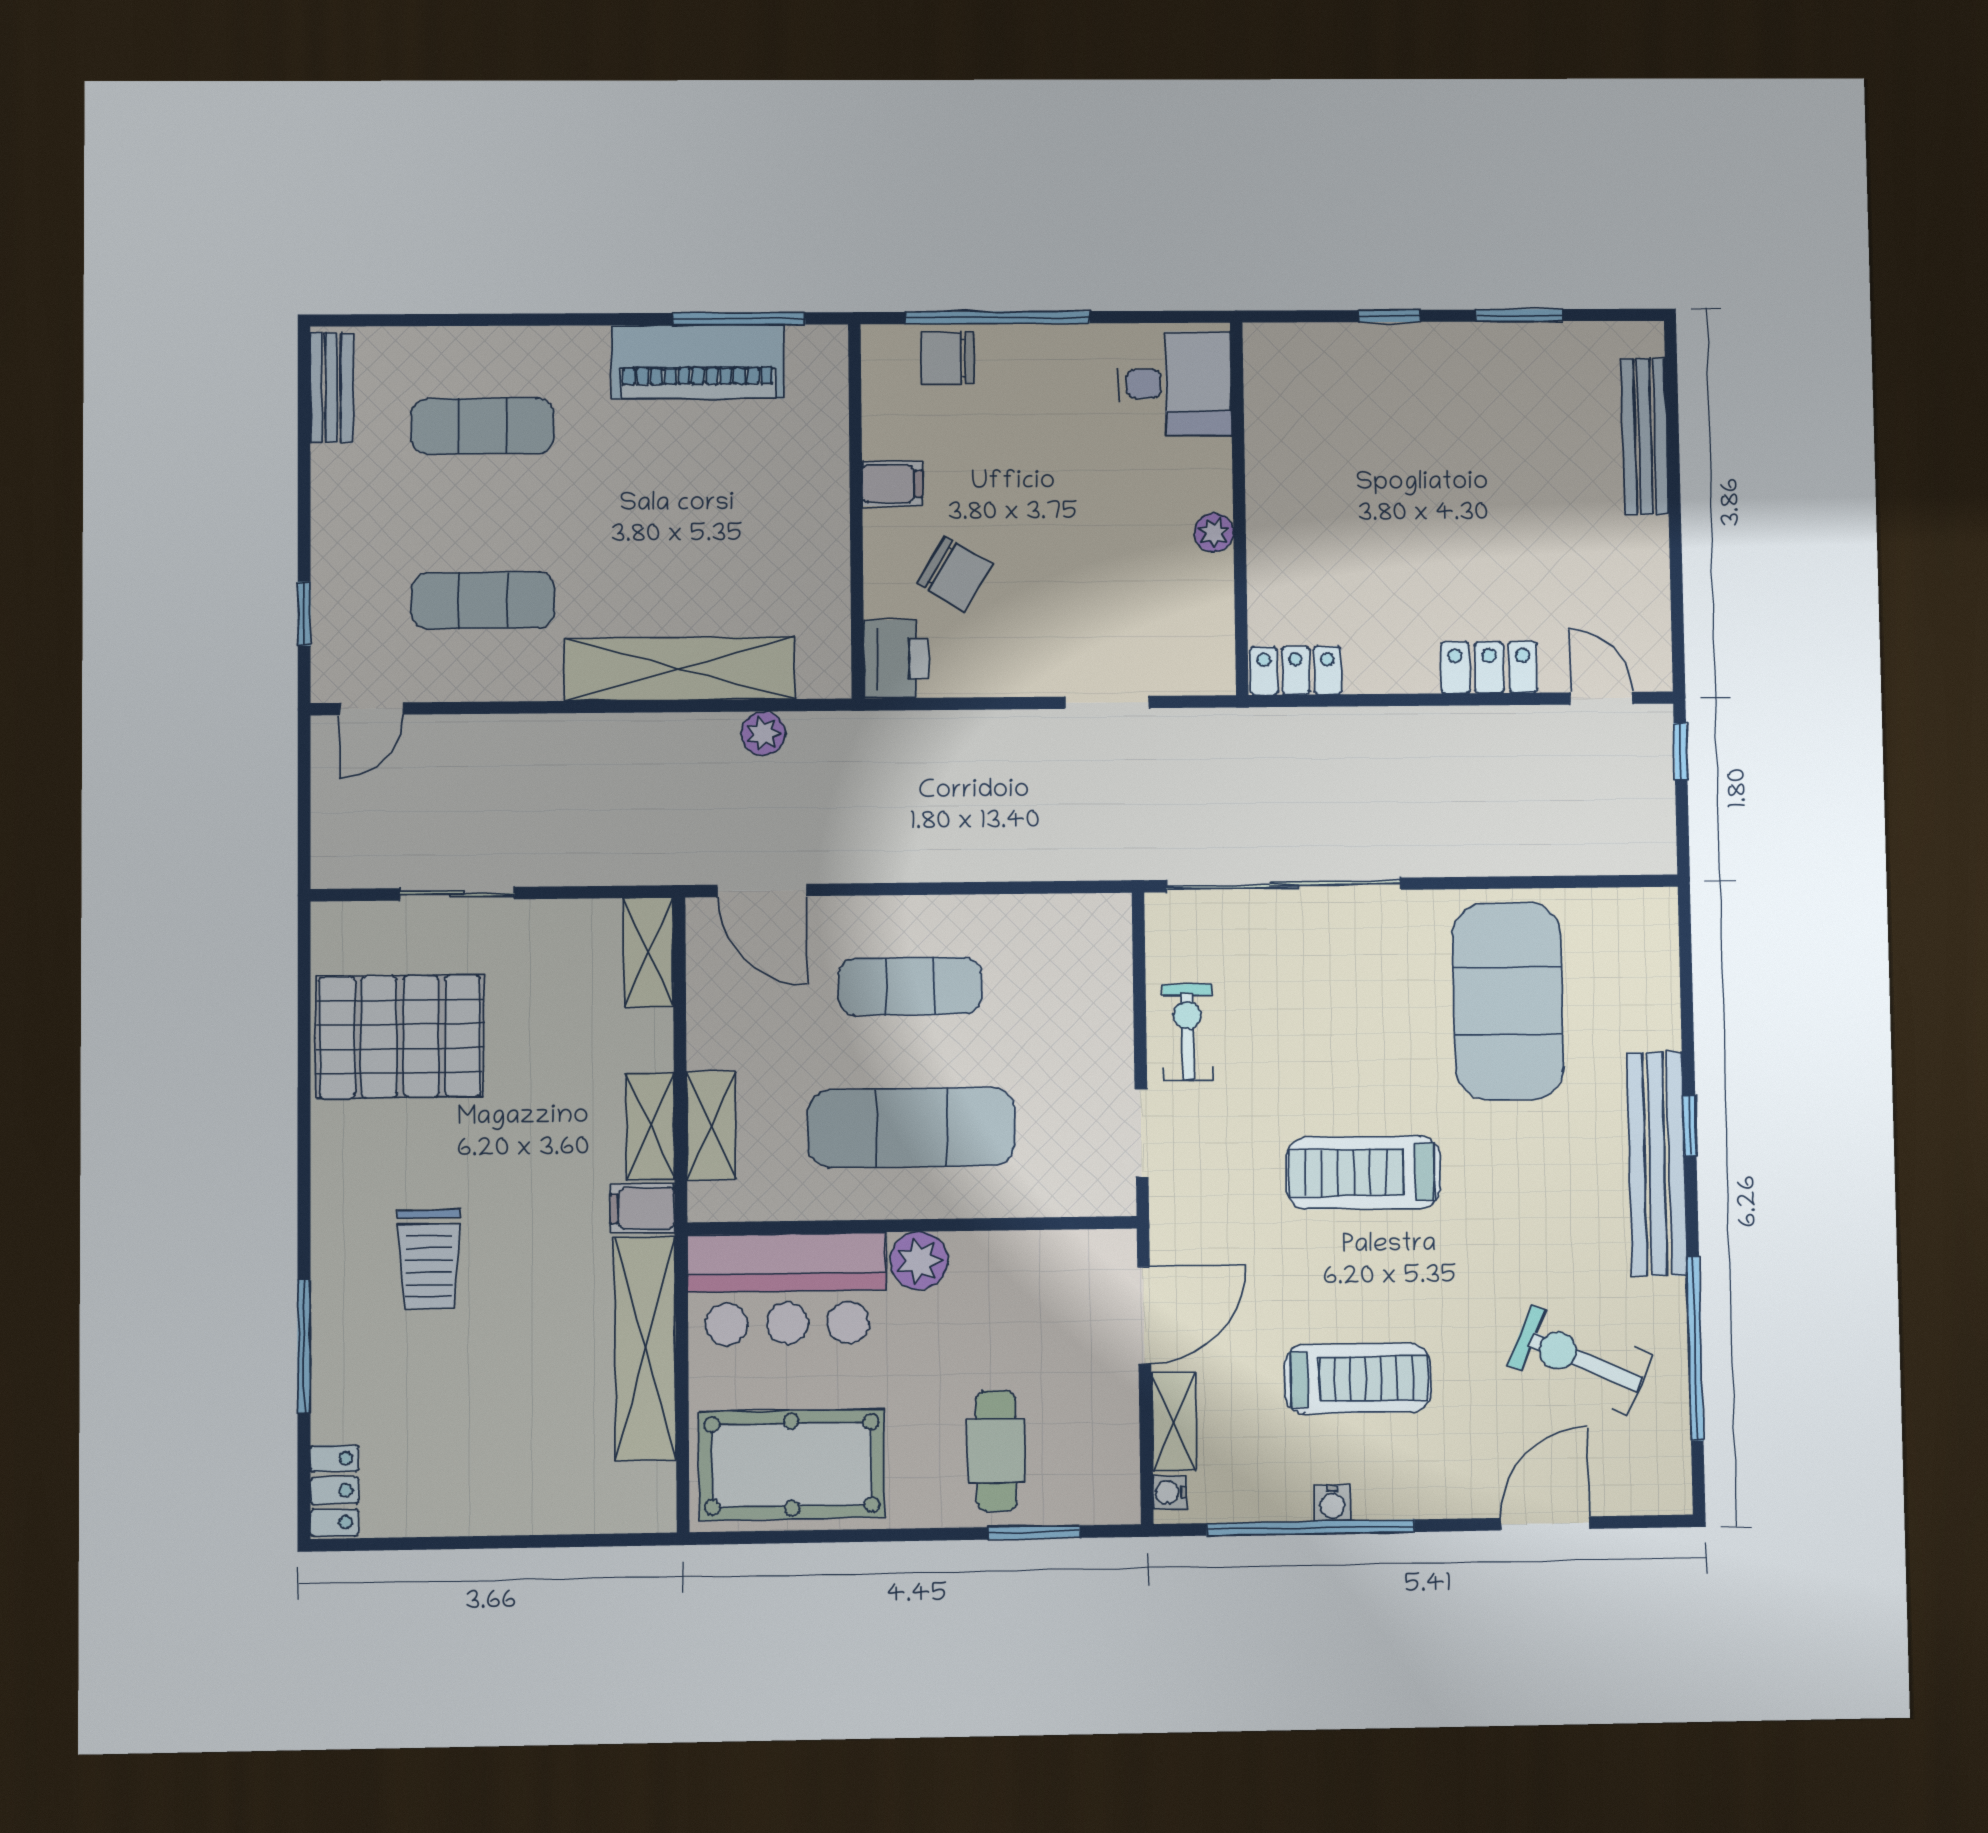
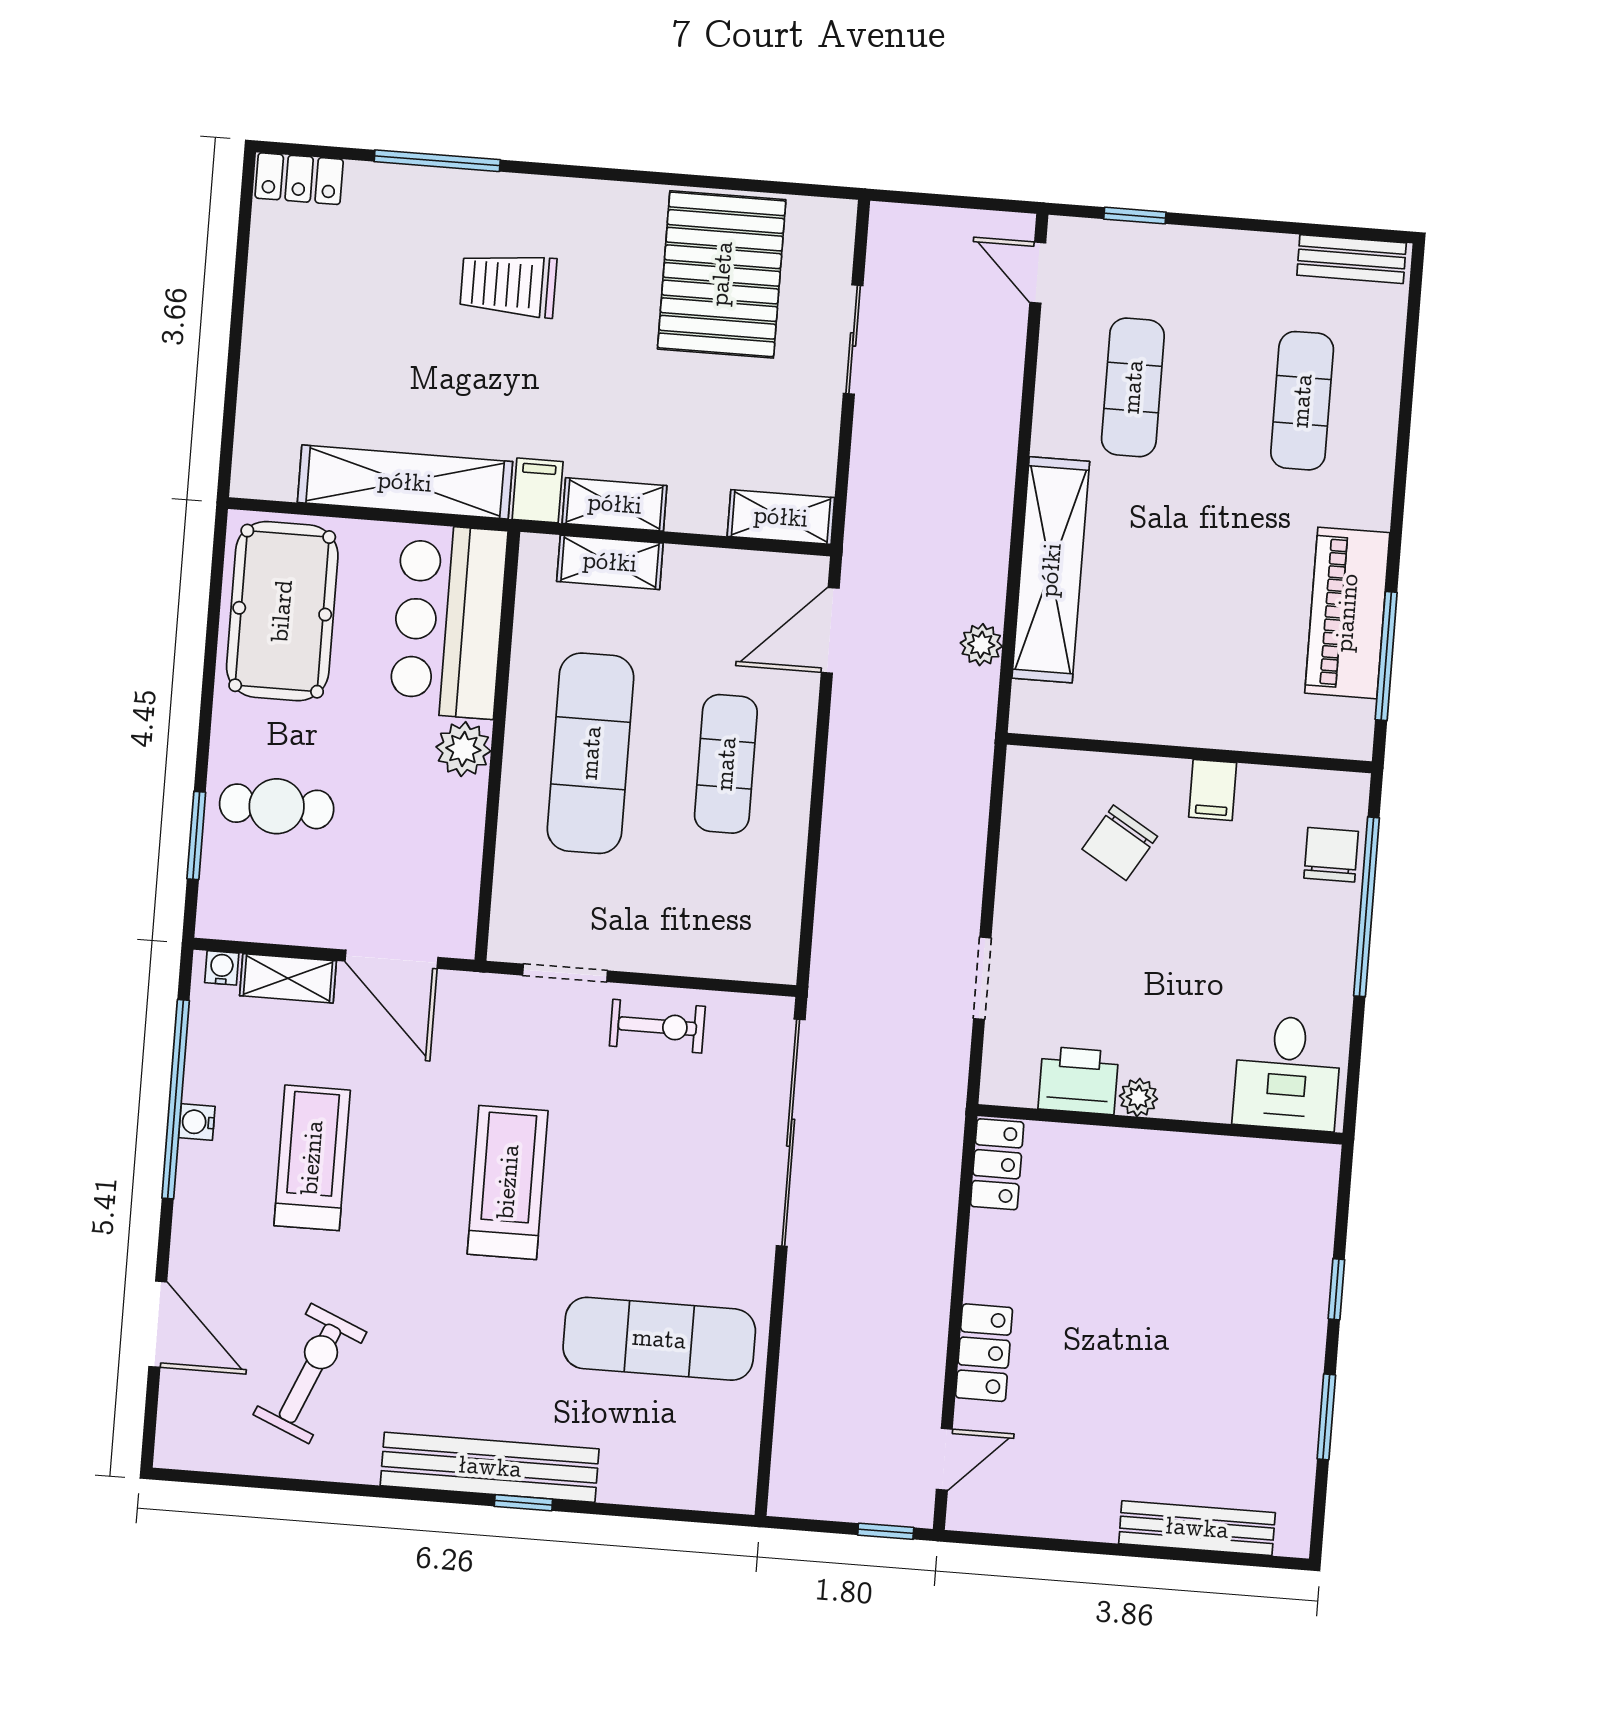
printer: (896, 659) -> (1078, 1080), moved, turned 180
exercise mat: (1508, 1001) -> (659, 1339), width x0.68
window: (1695, 1348) -> (310, 1486), removed
treadmill: (1358, 1379) -> (312, 1158), turned 180

